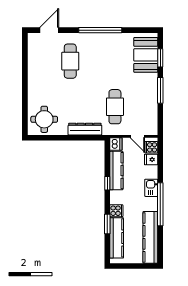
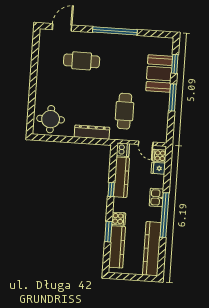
booth: (146, 55) -> (159, 73), moved
cafe table: (70, 61) -> (82, 61), turned 90

